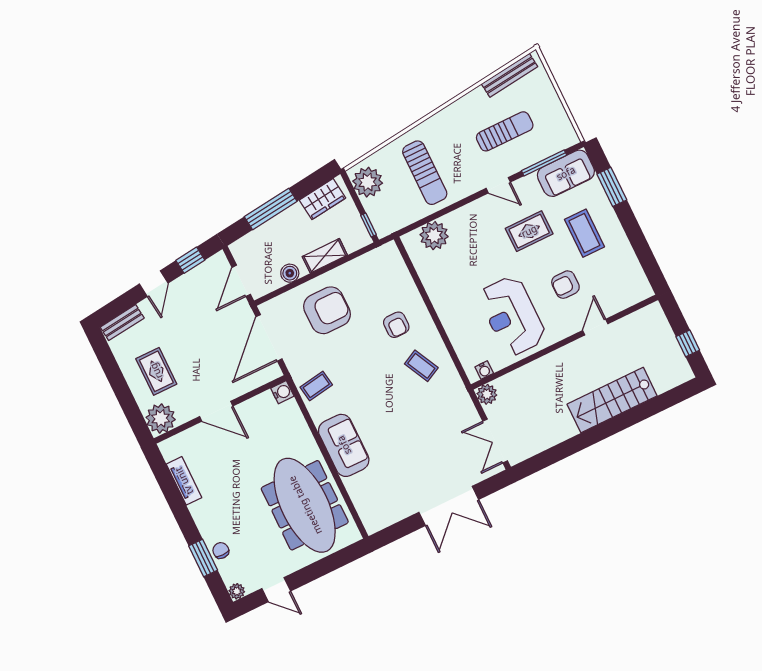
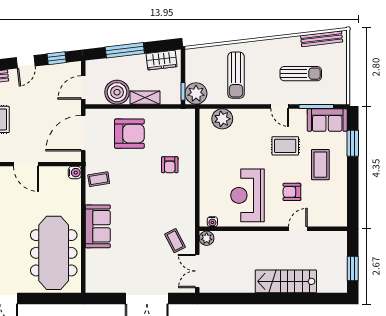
plant: (368, 182) -> (196, 93), moved
boiler: (290, 273) -> (117, 92), width x1.86, depth x1.86
window: (688, 343) -> (353, 268), width x1.50
coffee table: (421, 366) -> (175, 241), moved

